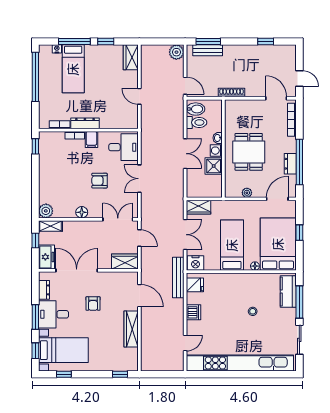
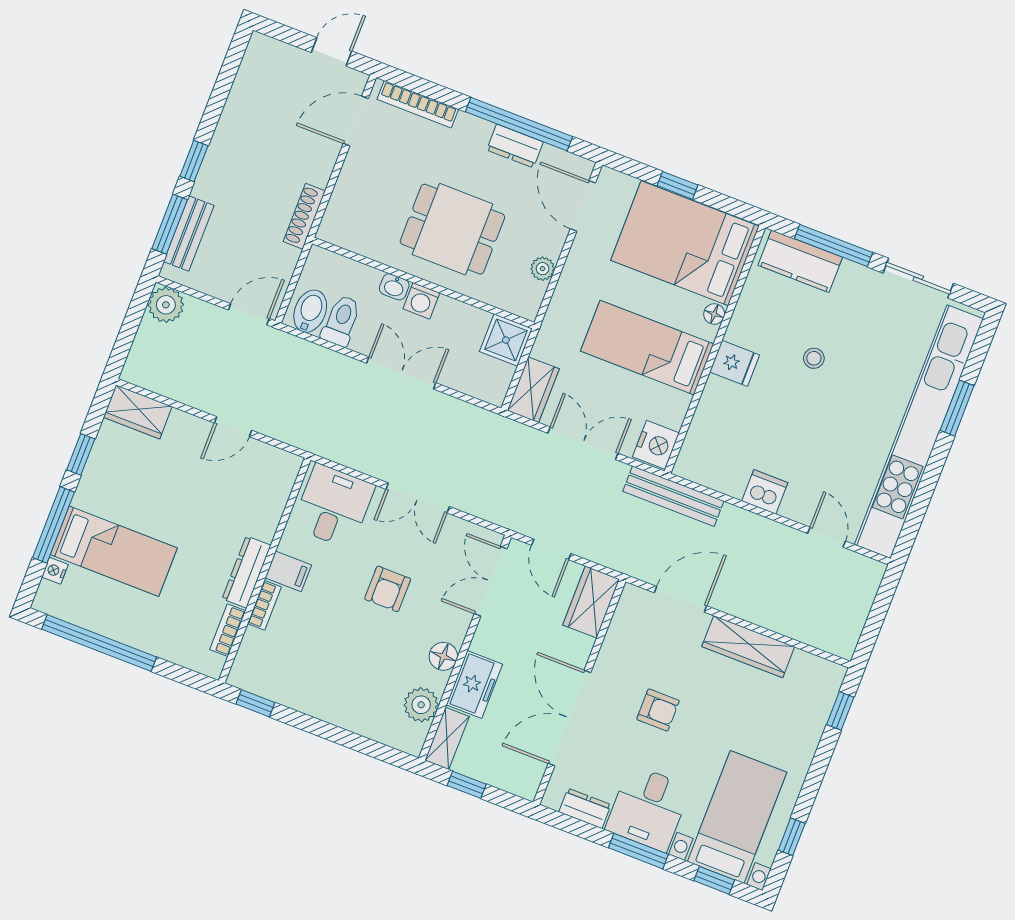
window: (266, 41) -> (194, 161), moved
shower: (214, 166) -> (506, 340), moved
plant: (46, 211) -> (421, 705), moved
door: (139, 238) -> (551, 549), swing flipped
freezer: (46, 257) -> (474, 684), moved, turned 90
fridge: (195, 285) -> (735, 363), moved, turned 90
window: (255, 374) -> (957, 408), added

